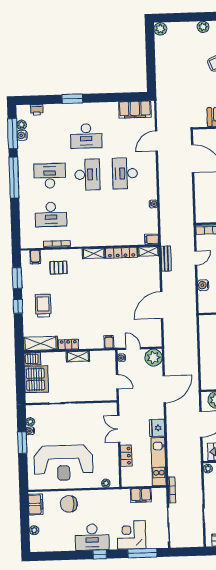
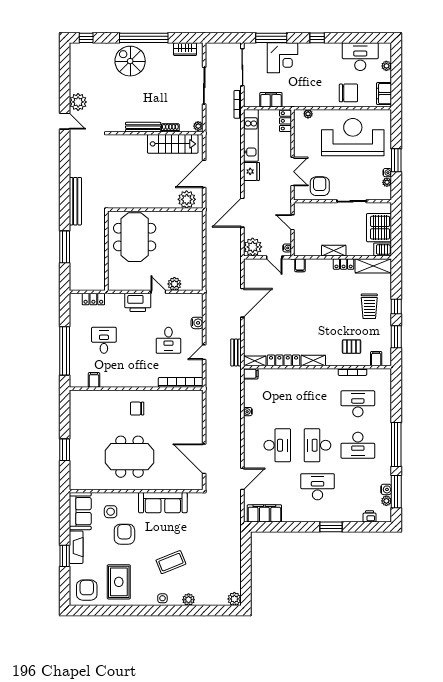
armchair: (93, 416) -> (320, 186), added
locker: (126, 456) -> (285, 121), moved
desk: (92, 537) -> (360, 57), moved

